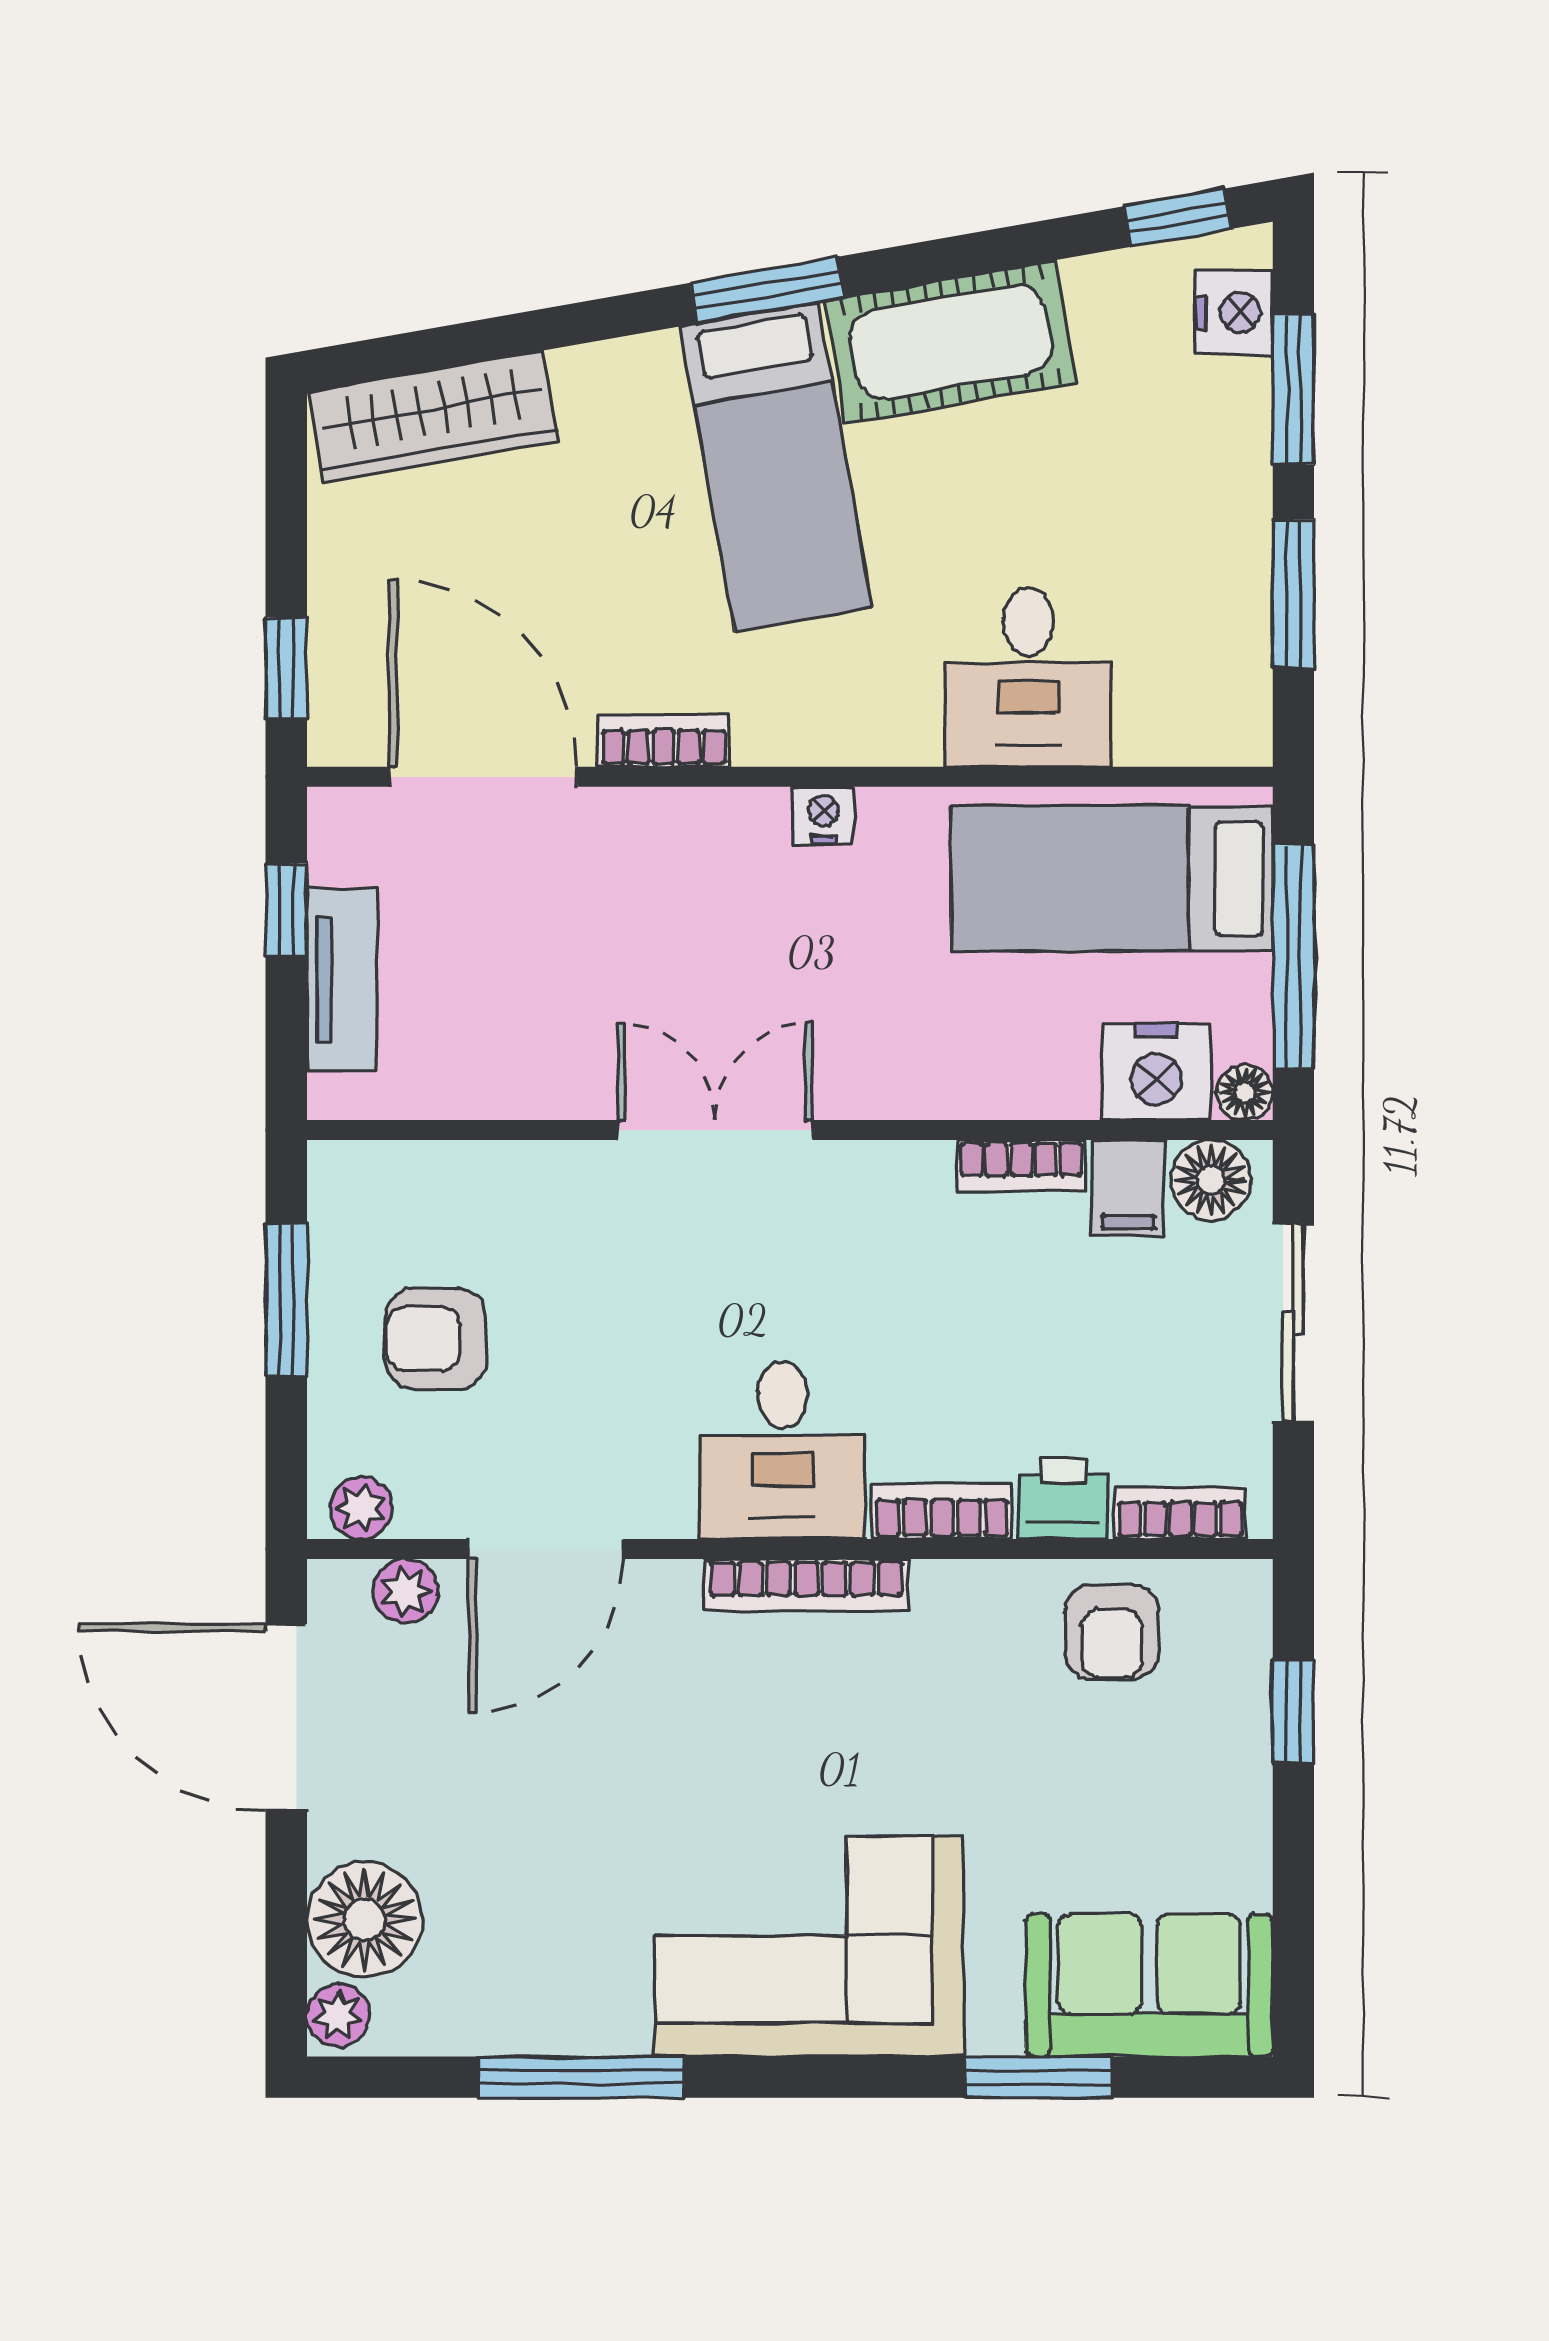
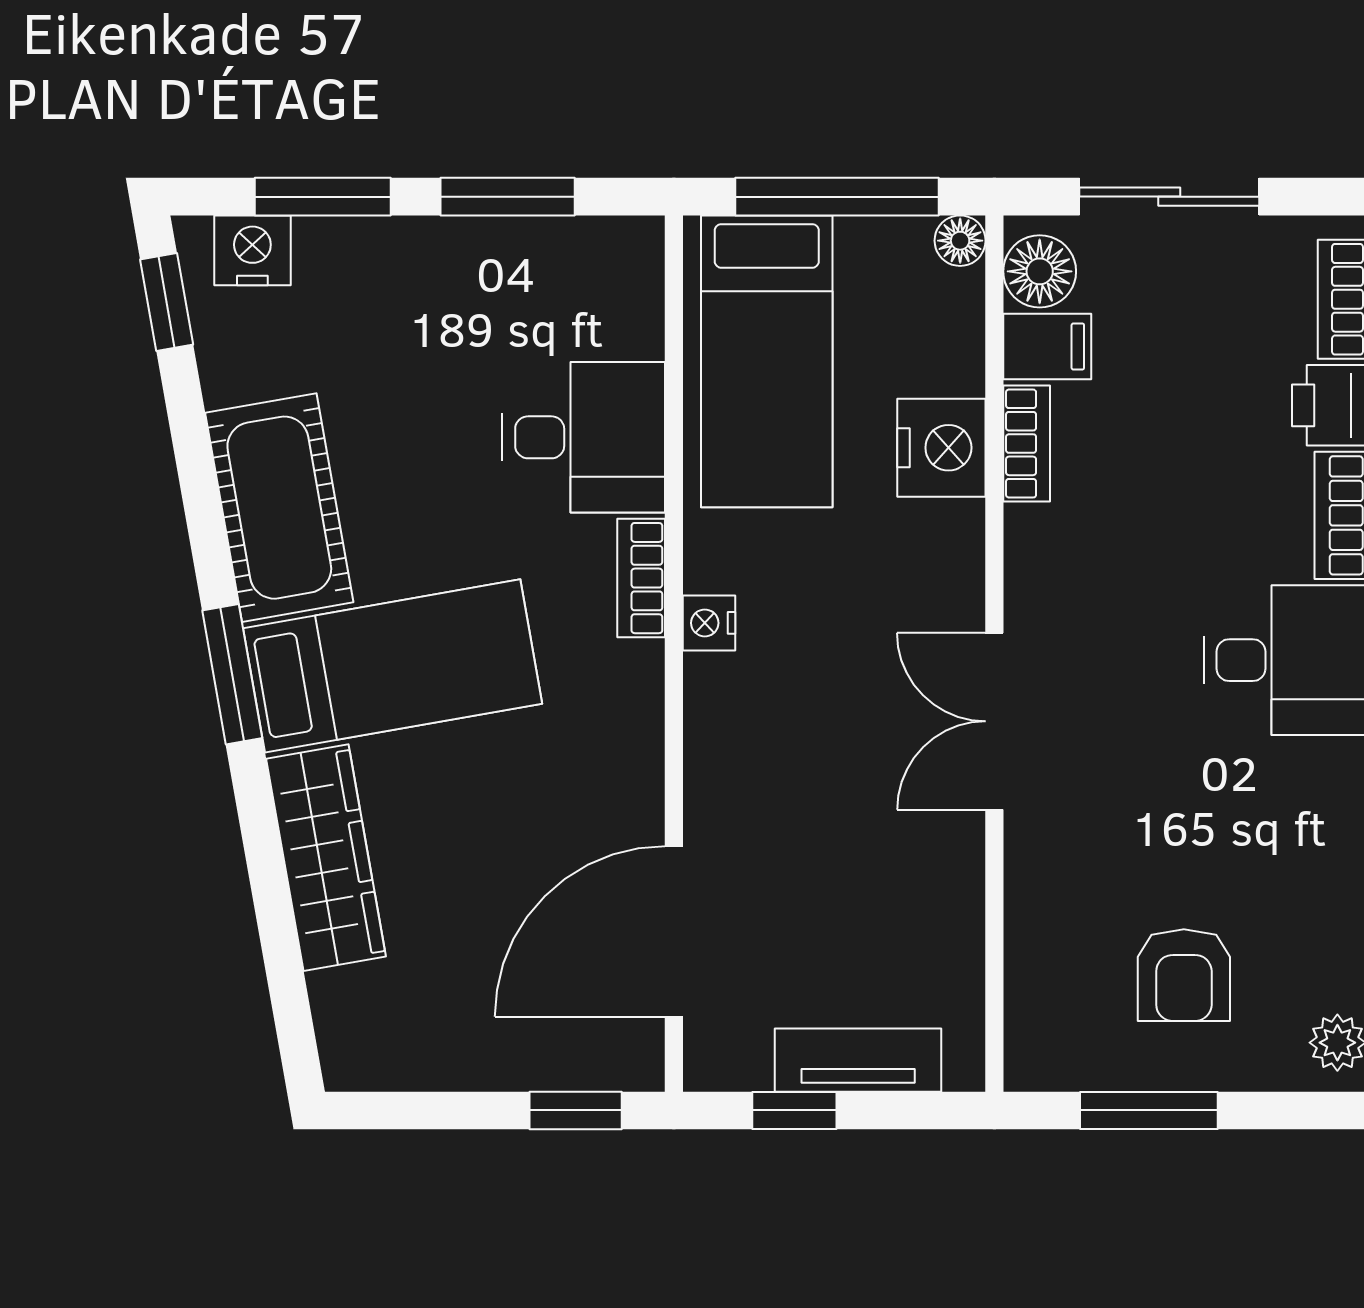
wardrobe: (433, 416) -> (326, 858), moved
bookcase: (663, 741) -> (641, 578), moved
nightstand: (1156, 1072) -> (941, 448), moved

